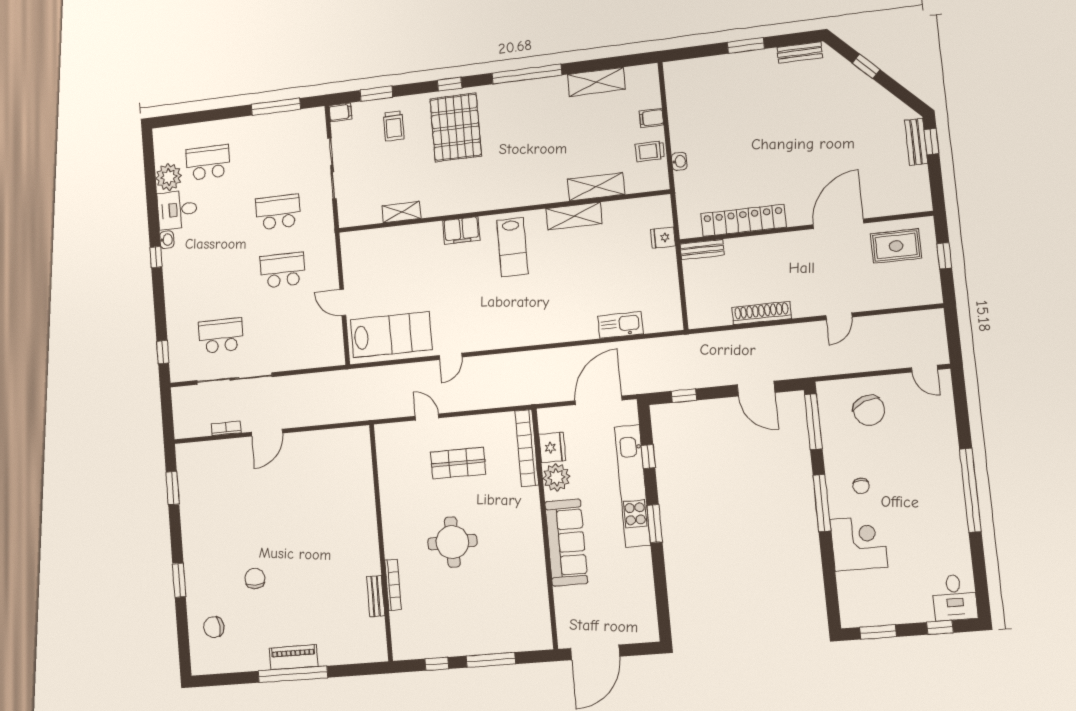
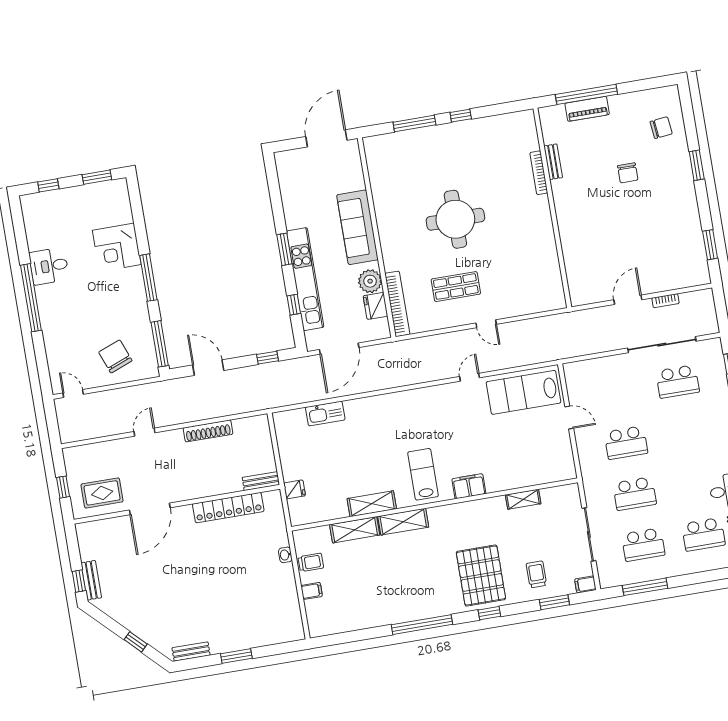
shelving: (596, 82) -> (403, 522), moved
school desk: (274, 154) -> (643, 545), added
chair: (861, 486) -> (118, 294), removed
wall: (381, 542) -> (552, 208), moved
round table: (452, 542) -> (455, 219), width x1.36, depth x1.36
bookcase: (393, 585) -> (539, 173), moved
bench: (376, 596) -> (553, 162), moved
desk: (955, 597) -> (49, 266), moved, turned -90

